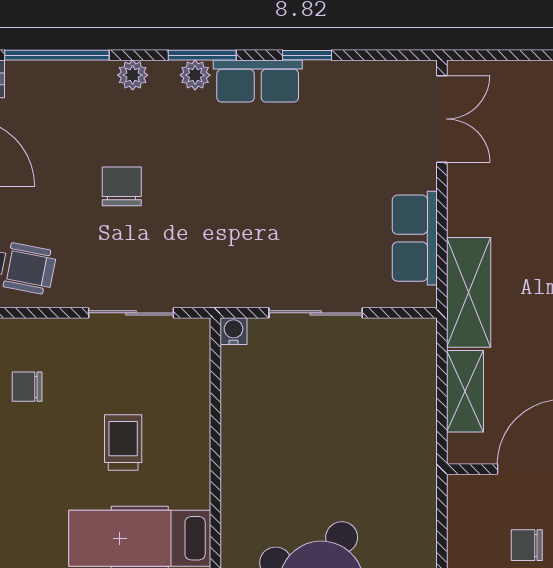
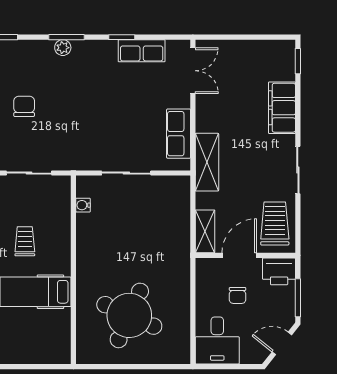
plant: (133, 75) -> (30, 48), removed
row of seats: (258, 81) -> (142, 51), moved
water cooler: (234, 331) -> (83, 205), moved, turned -90
shelving: (465, 391) -> (205, 231), moved
chair: (527, 545) -> (238, 295), turned -90

